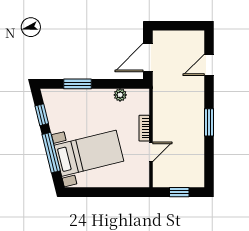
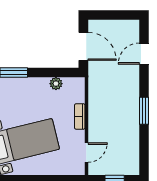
door: (148, 57) -> (83, 46), swing flipped
door: (151, 152) -> (86, 153), moved

